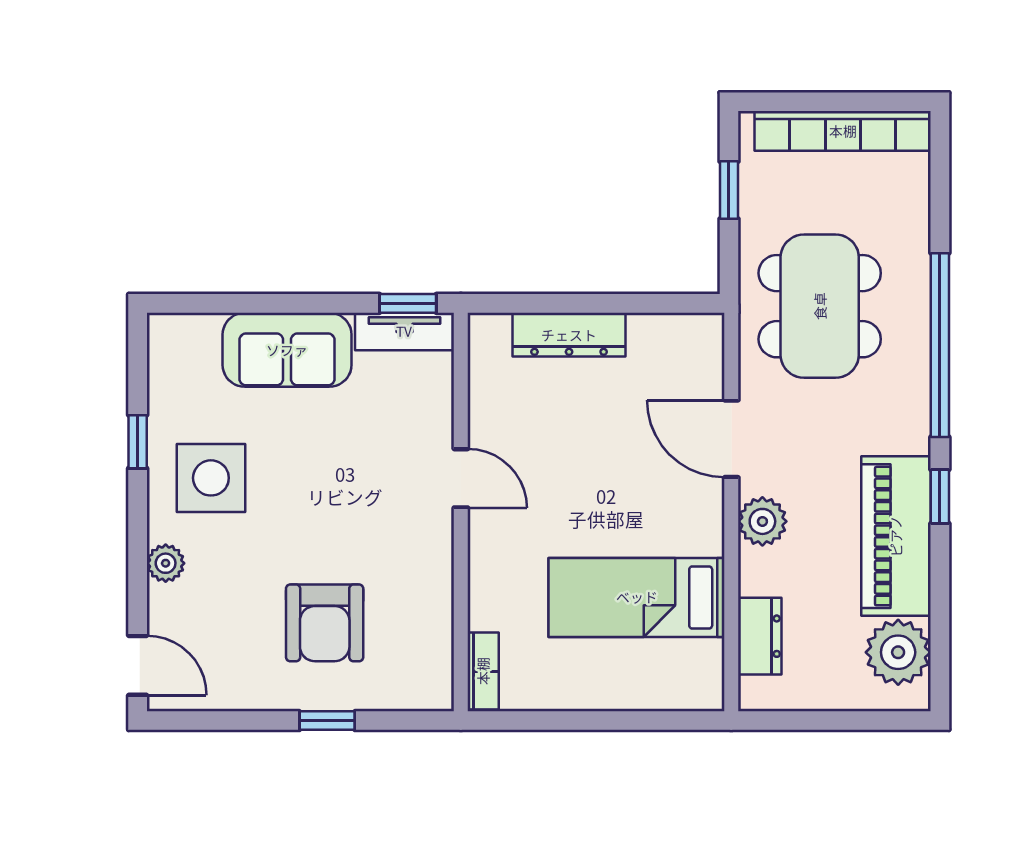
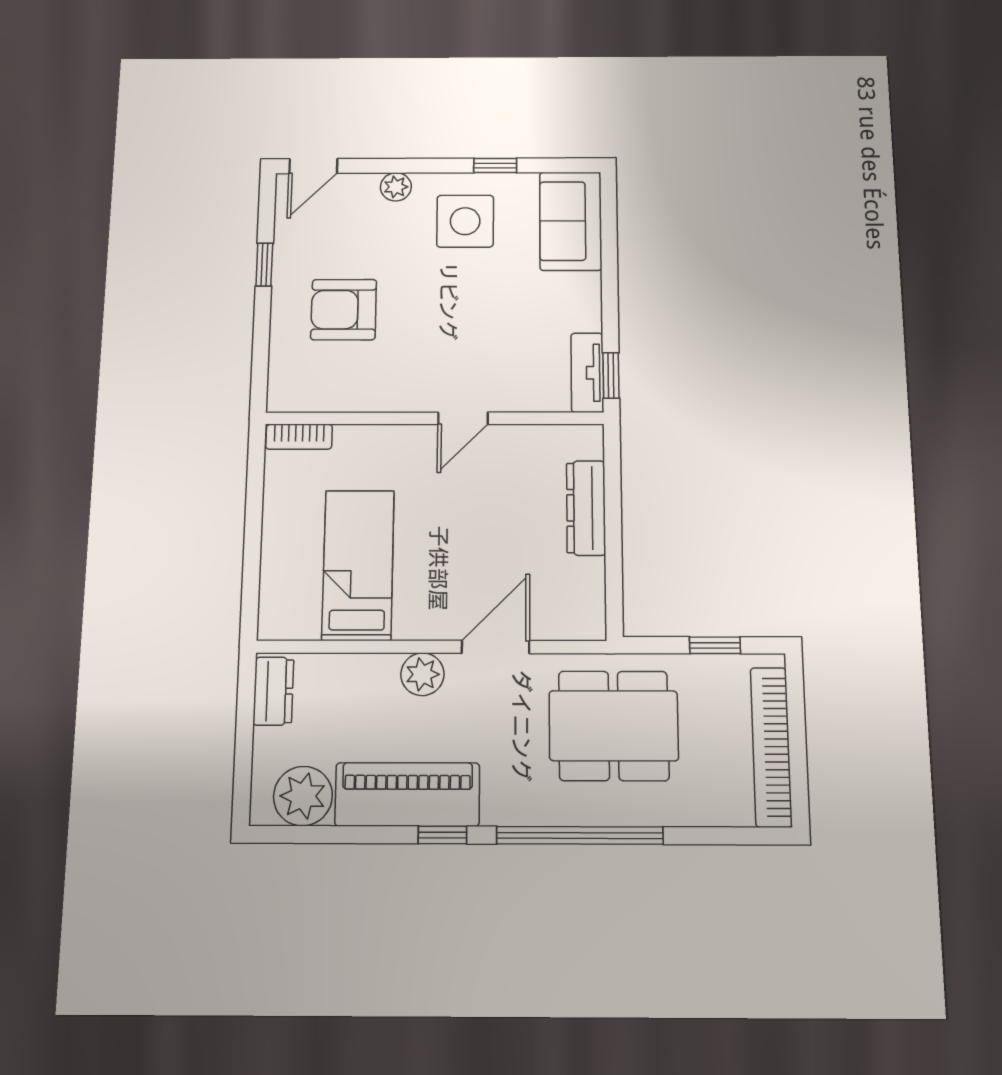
sofa: (287, 350) -> (571, 221), moved
dresser: (760, 636) -> (273, 691), moved, turned -90
window: (327, 721) -> (264, 265), moved

